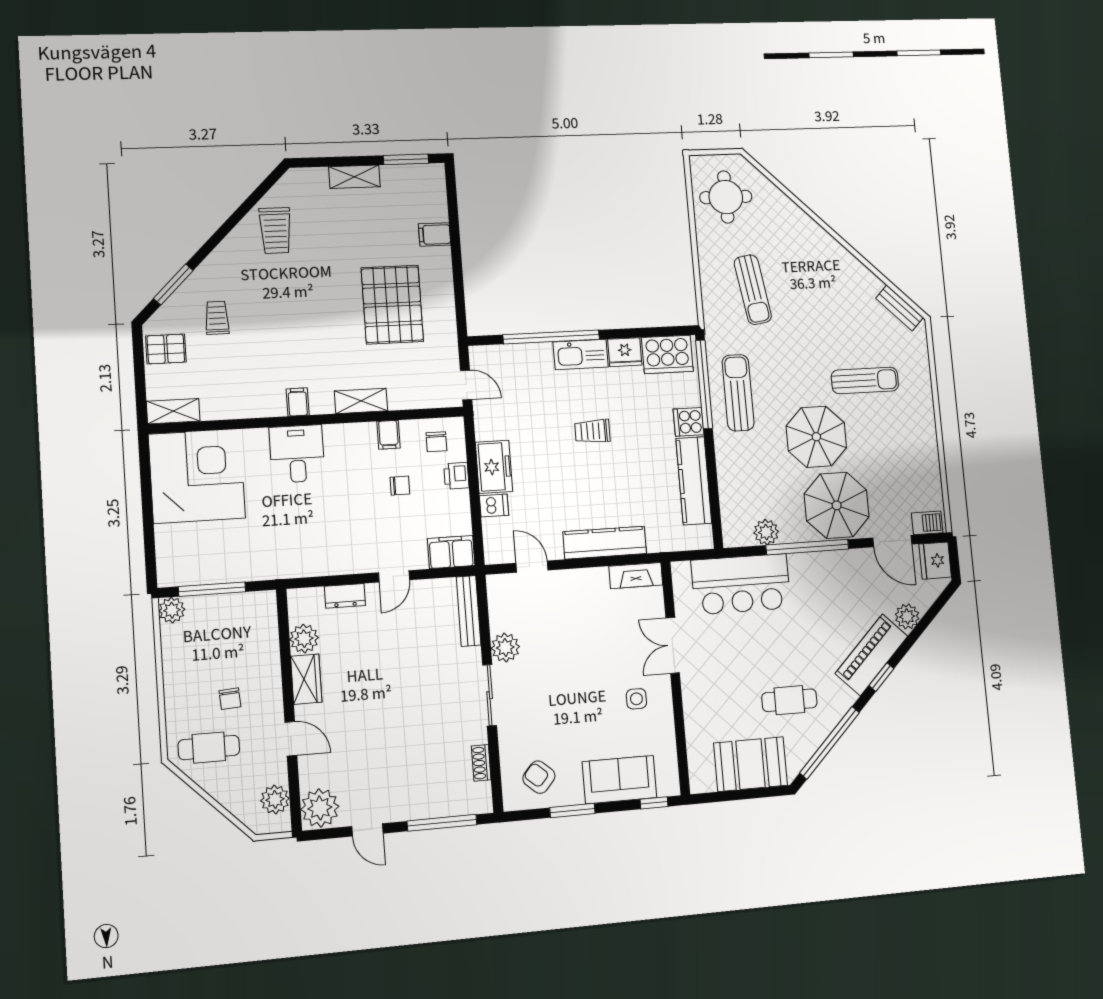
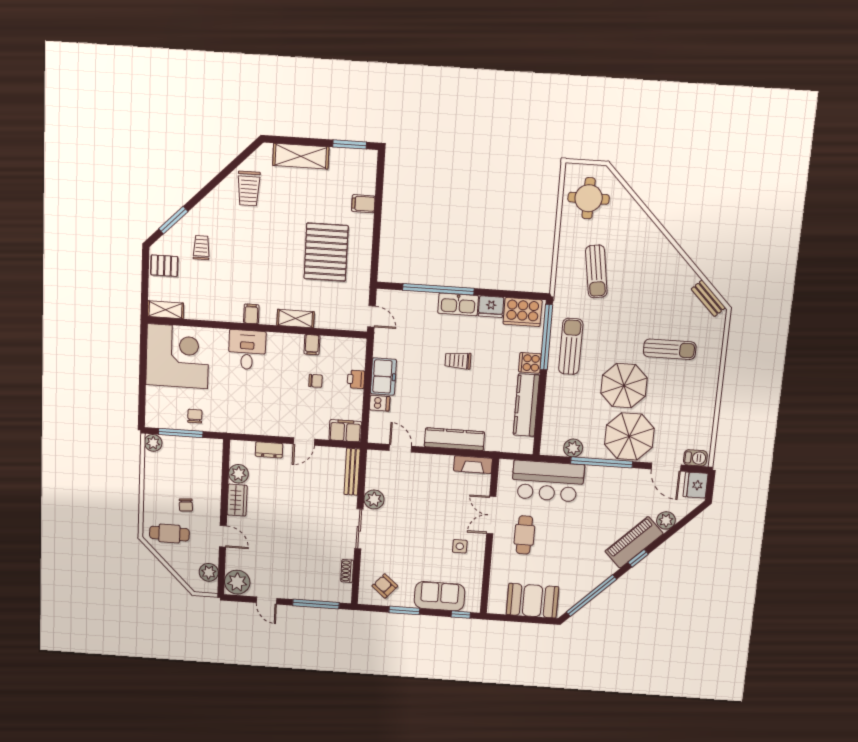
shelving: (354, 177) -> (301, 156), width x1.50, depth x1.33
chair: (436, 442) -> (195, 416), moved, turned 180
cafe table: (789, 700) -> (524, 535), moved, turned 90

